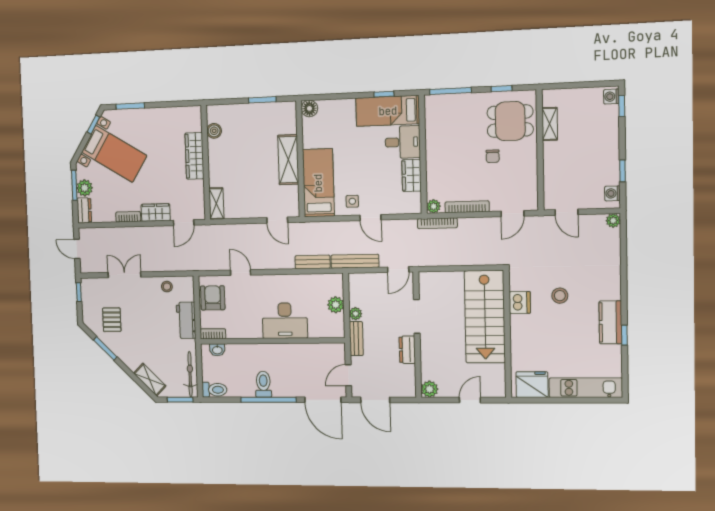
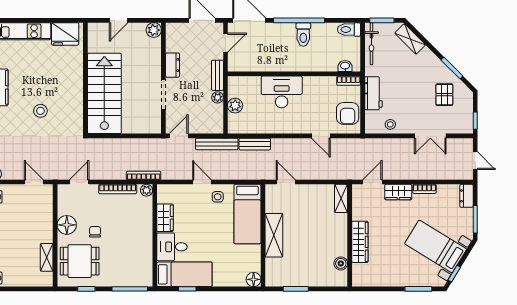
floor lamp: (526, 163) -> (67, 225), added
plant: (85, 188) -> (465, 216), removed
dishwasher: (520, 302) -> (74, 105), removed

